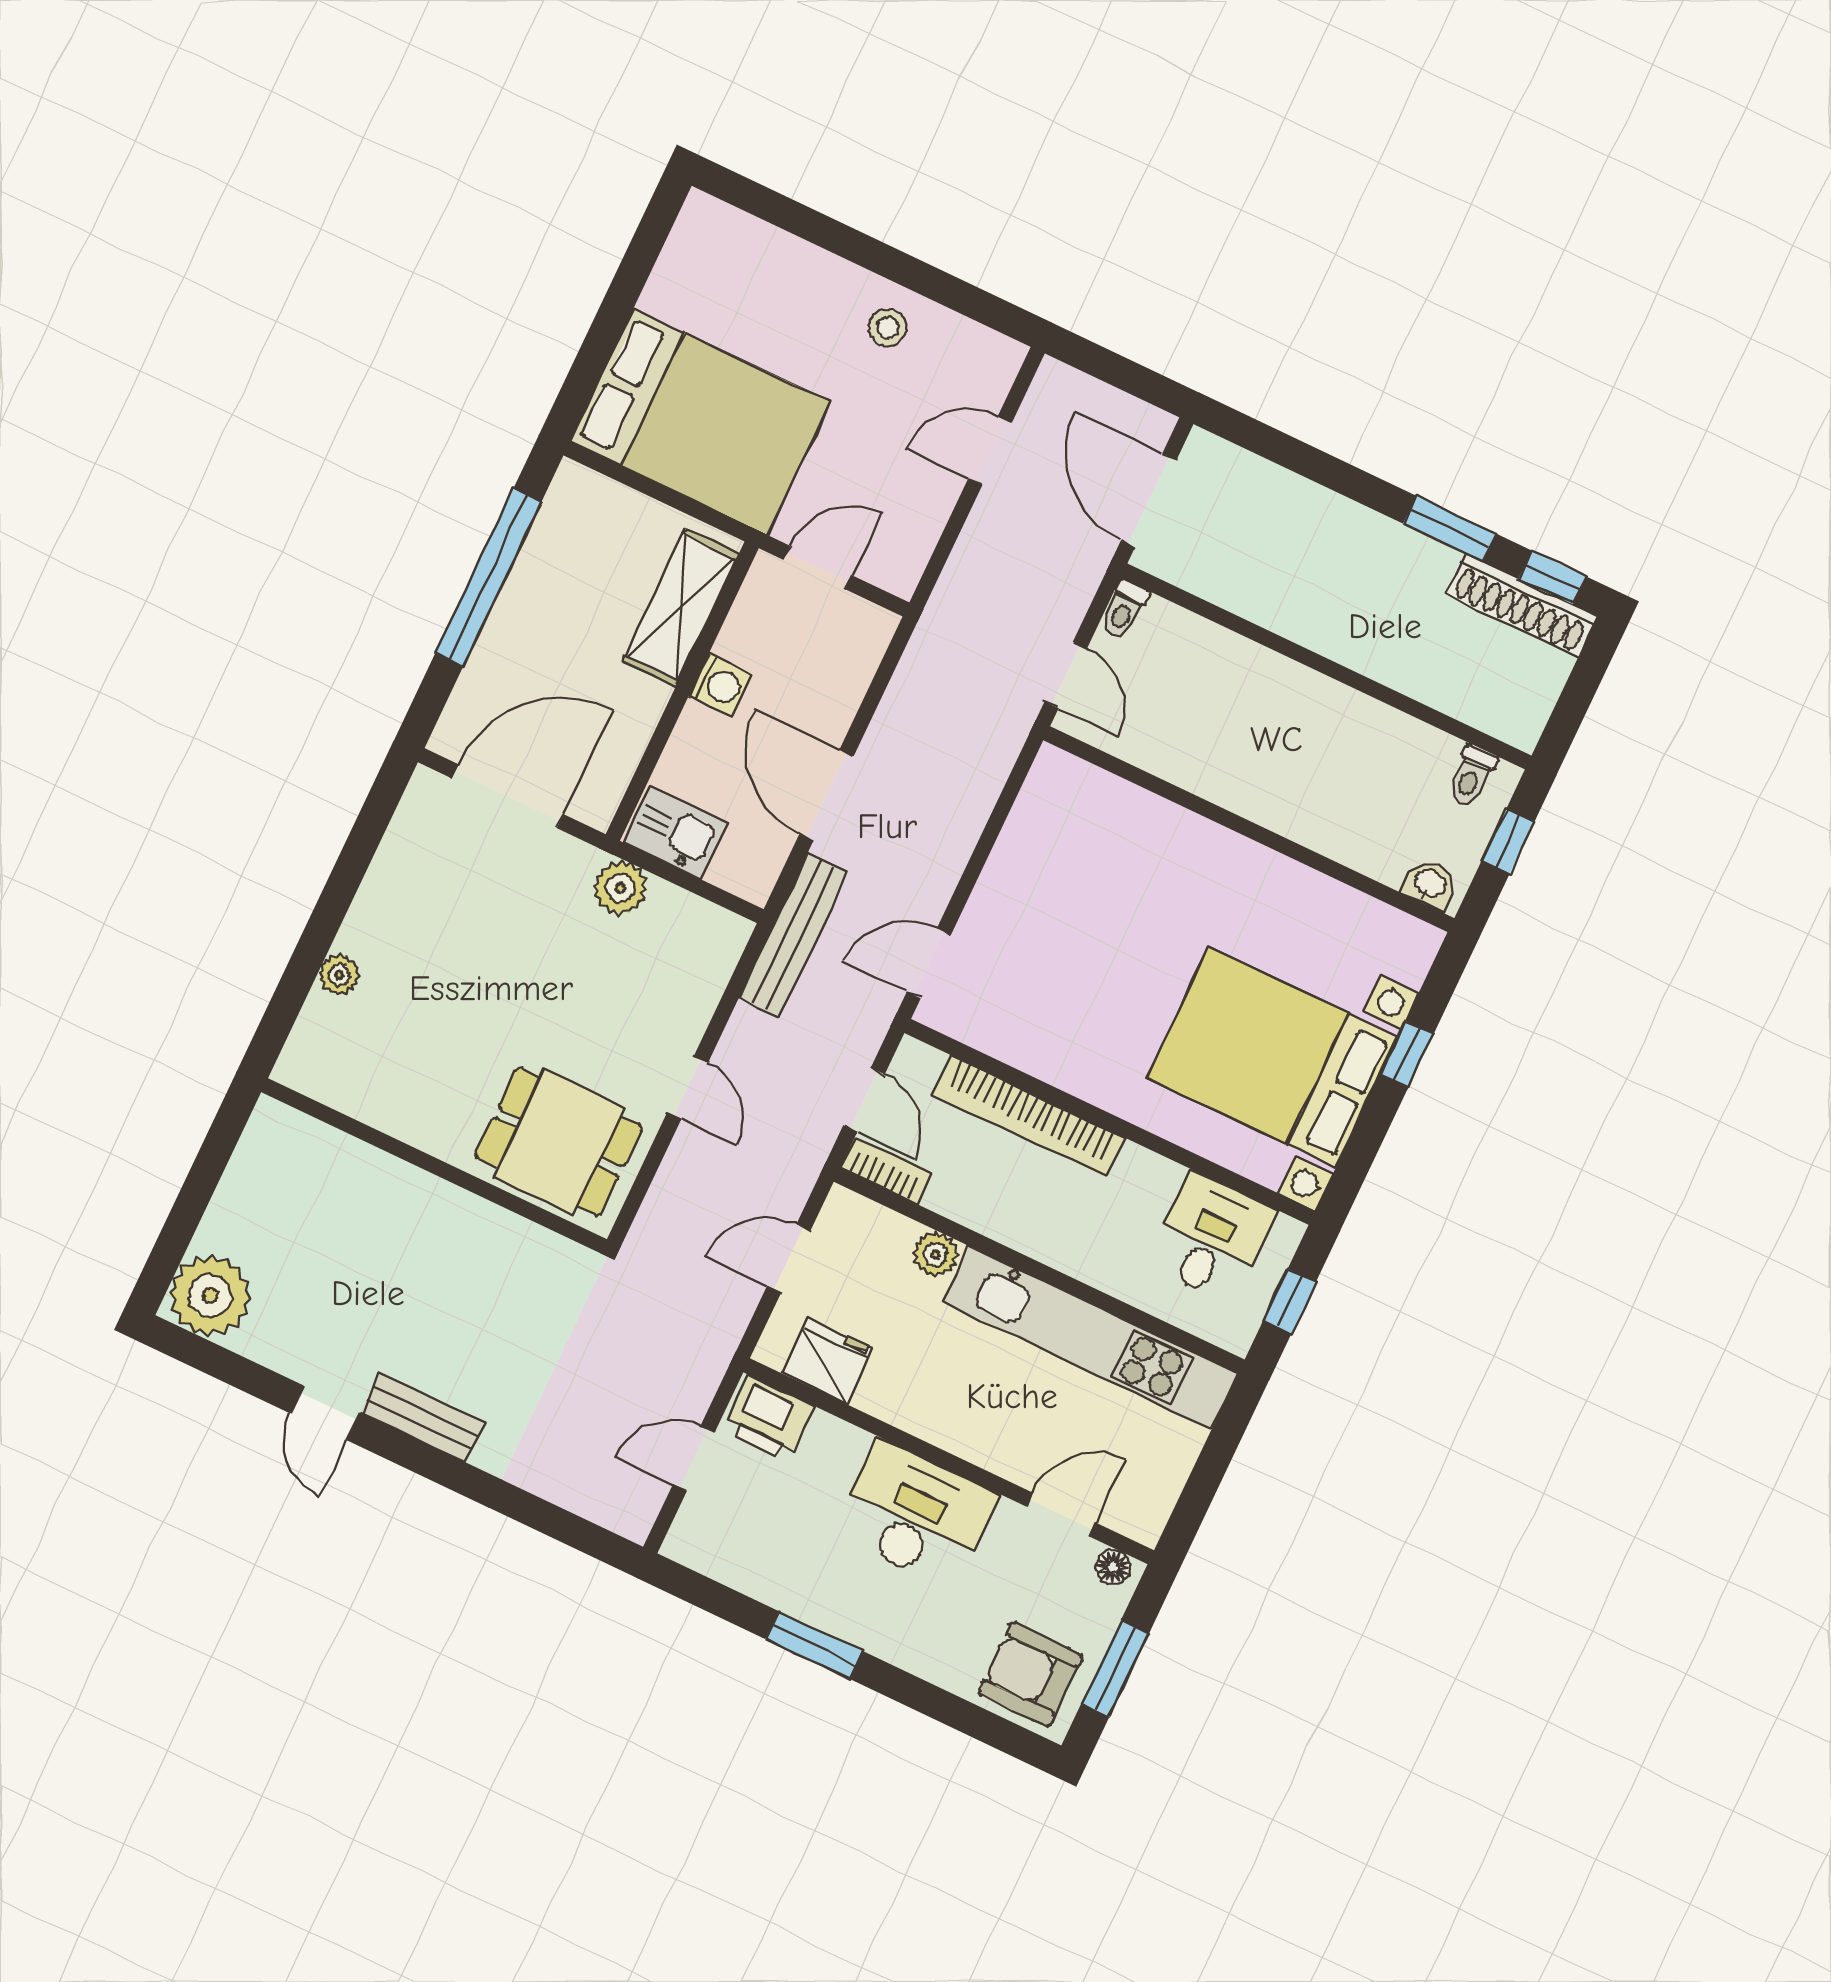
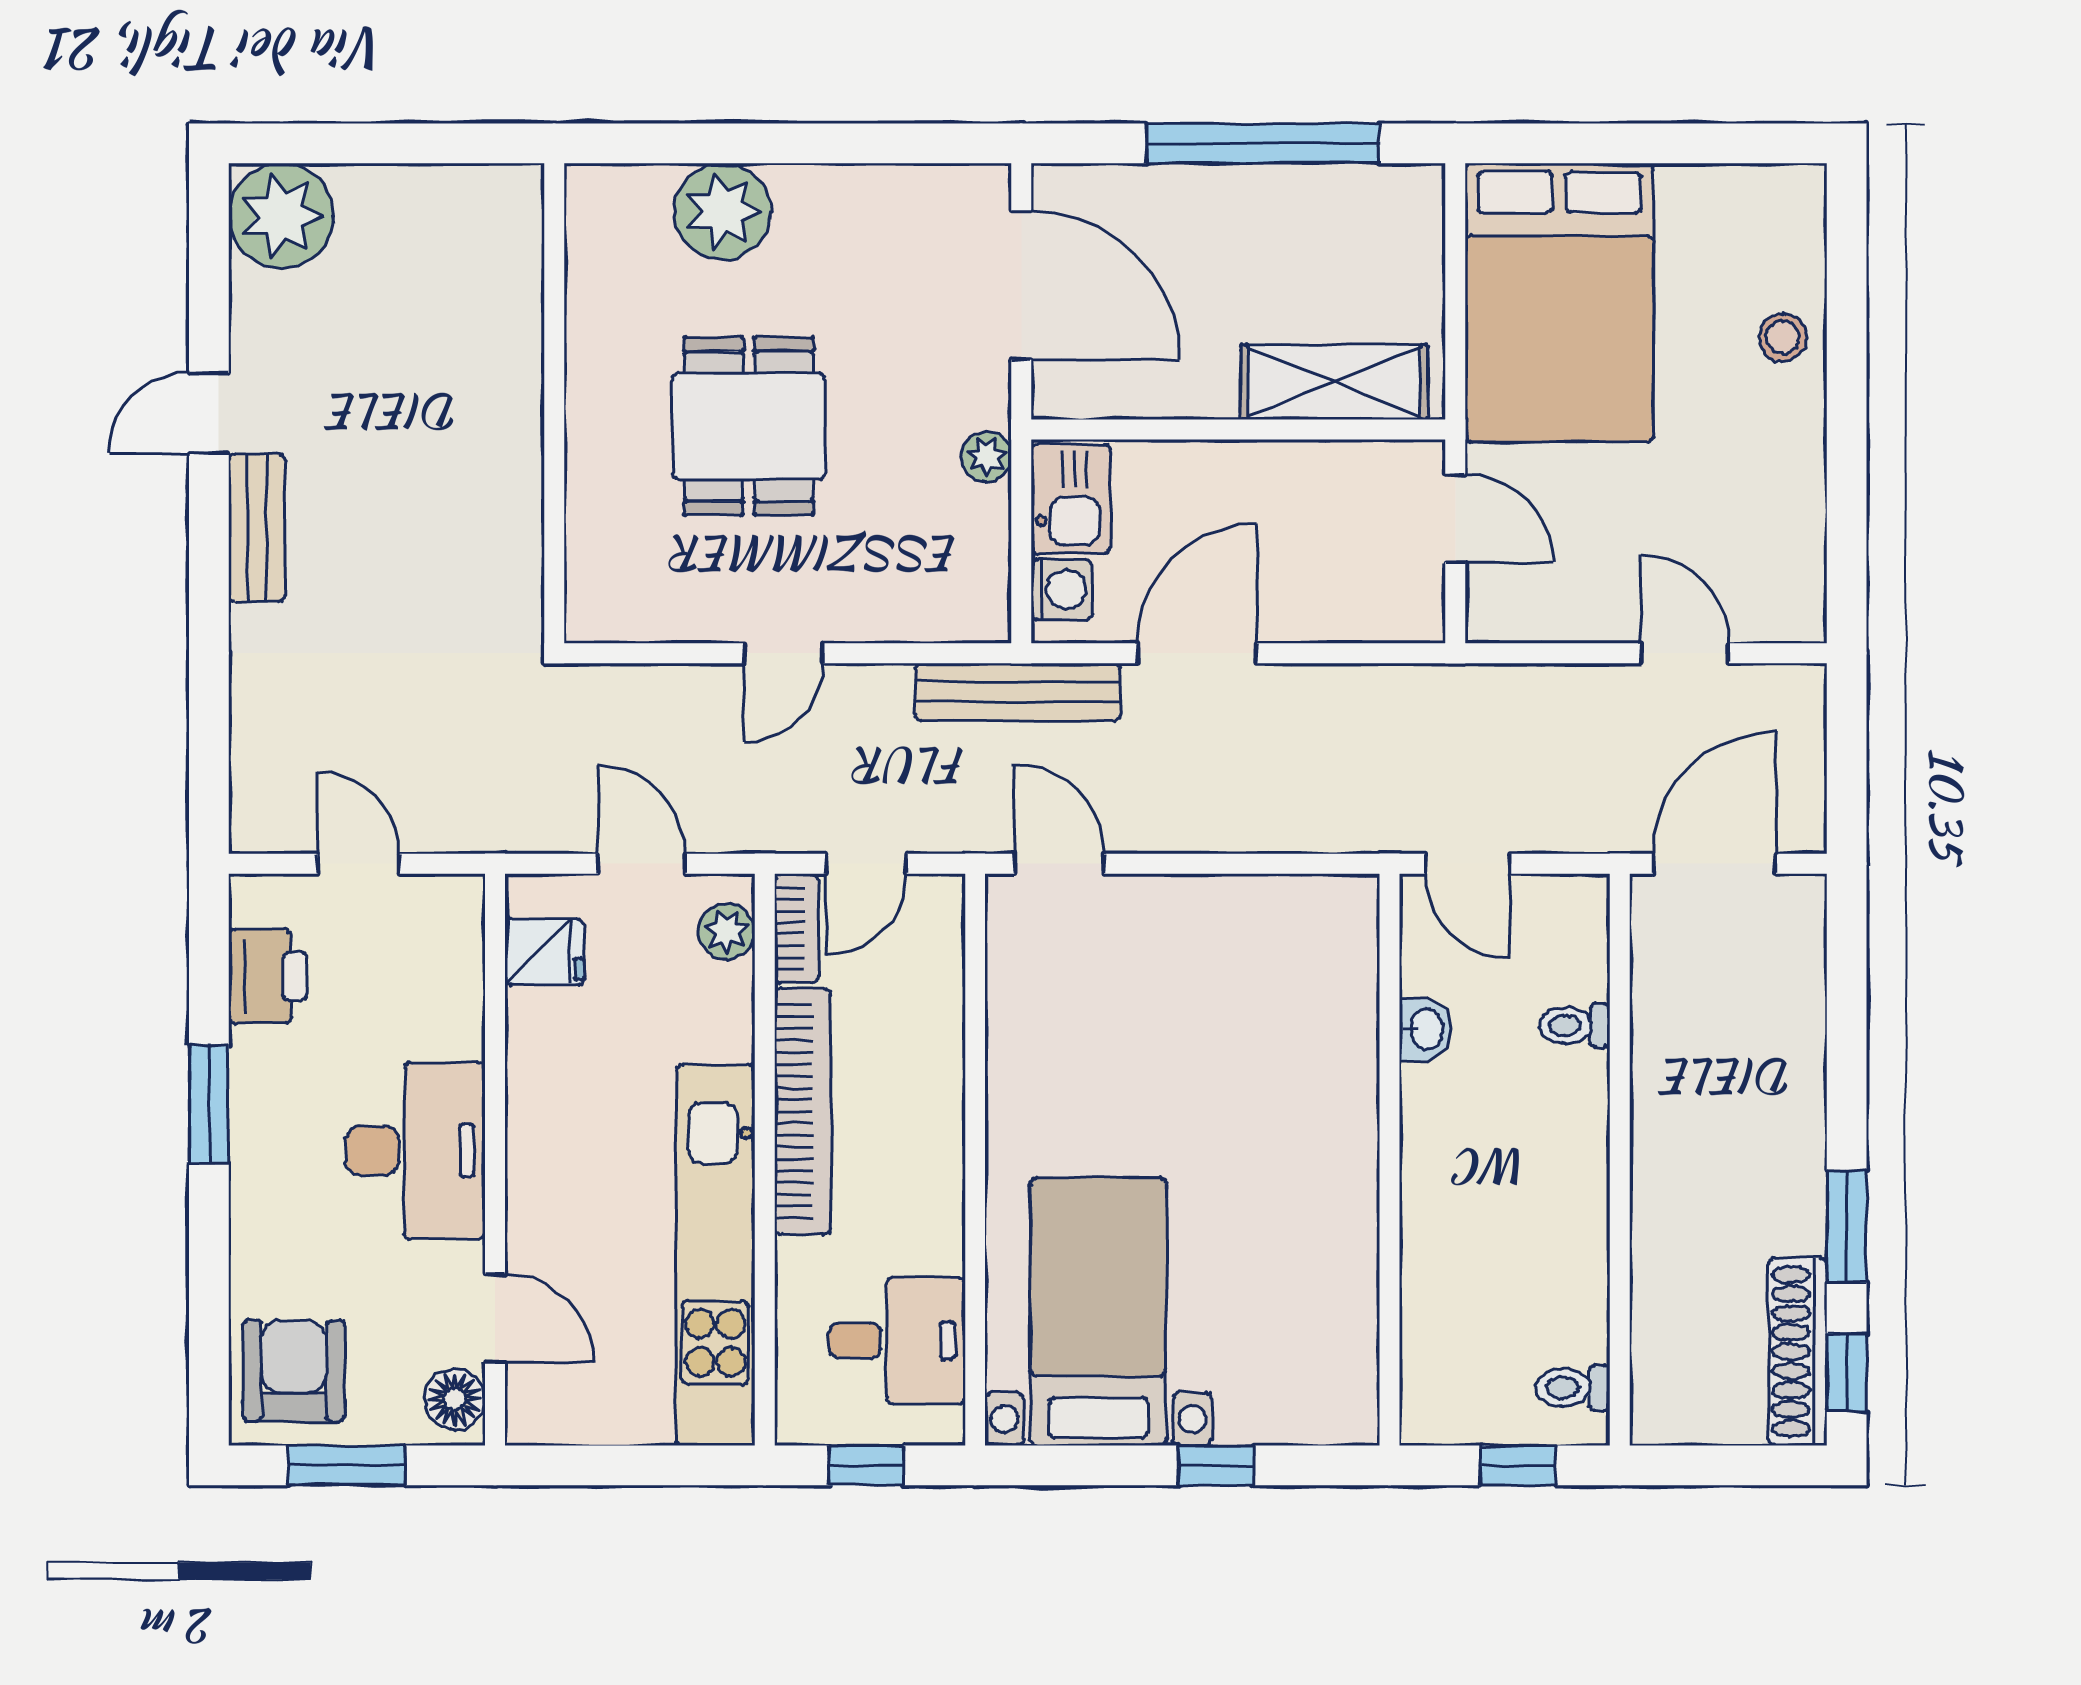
stool: (888, 327) -> (1783, 338), moved
toilet: (1124, 610) -> (1575, 1026), moved
door: (1066, 675) -> (1467, 864), hinge flipped
washing machine: (720, 685) -> (1062, 590), moved, turned -90
washbasin: (1430, 884) -> (1425, 1029), moved
plant: (620, 888) -> (986, 457), width x0.73, depth x0.73
plant: (339, 975) -> (723, 212), width x1.87, depth x1.87
bed with nightstands: (1272, 1057) -> (1098, 1312), width x0.73
bookcase: (1028, 1116) -> (803, 1112), moved, turned 180
dining table: (559, 1142) -> (749, 426), moved
plant: (936, 1254) -> (727, 931), moved
fridge: (827, 1361) -> (544, 952), width x0.72
printer: (769, 1418) -> (268, 976), moved, turned 180
floor lamp: (1113, 1567) -> (455, 1399), width x1.37, depth x1.37

